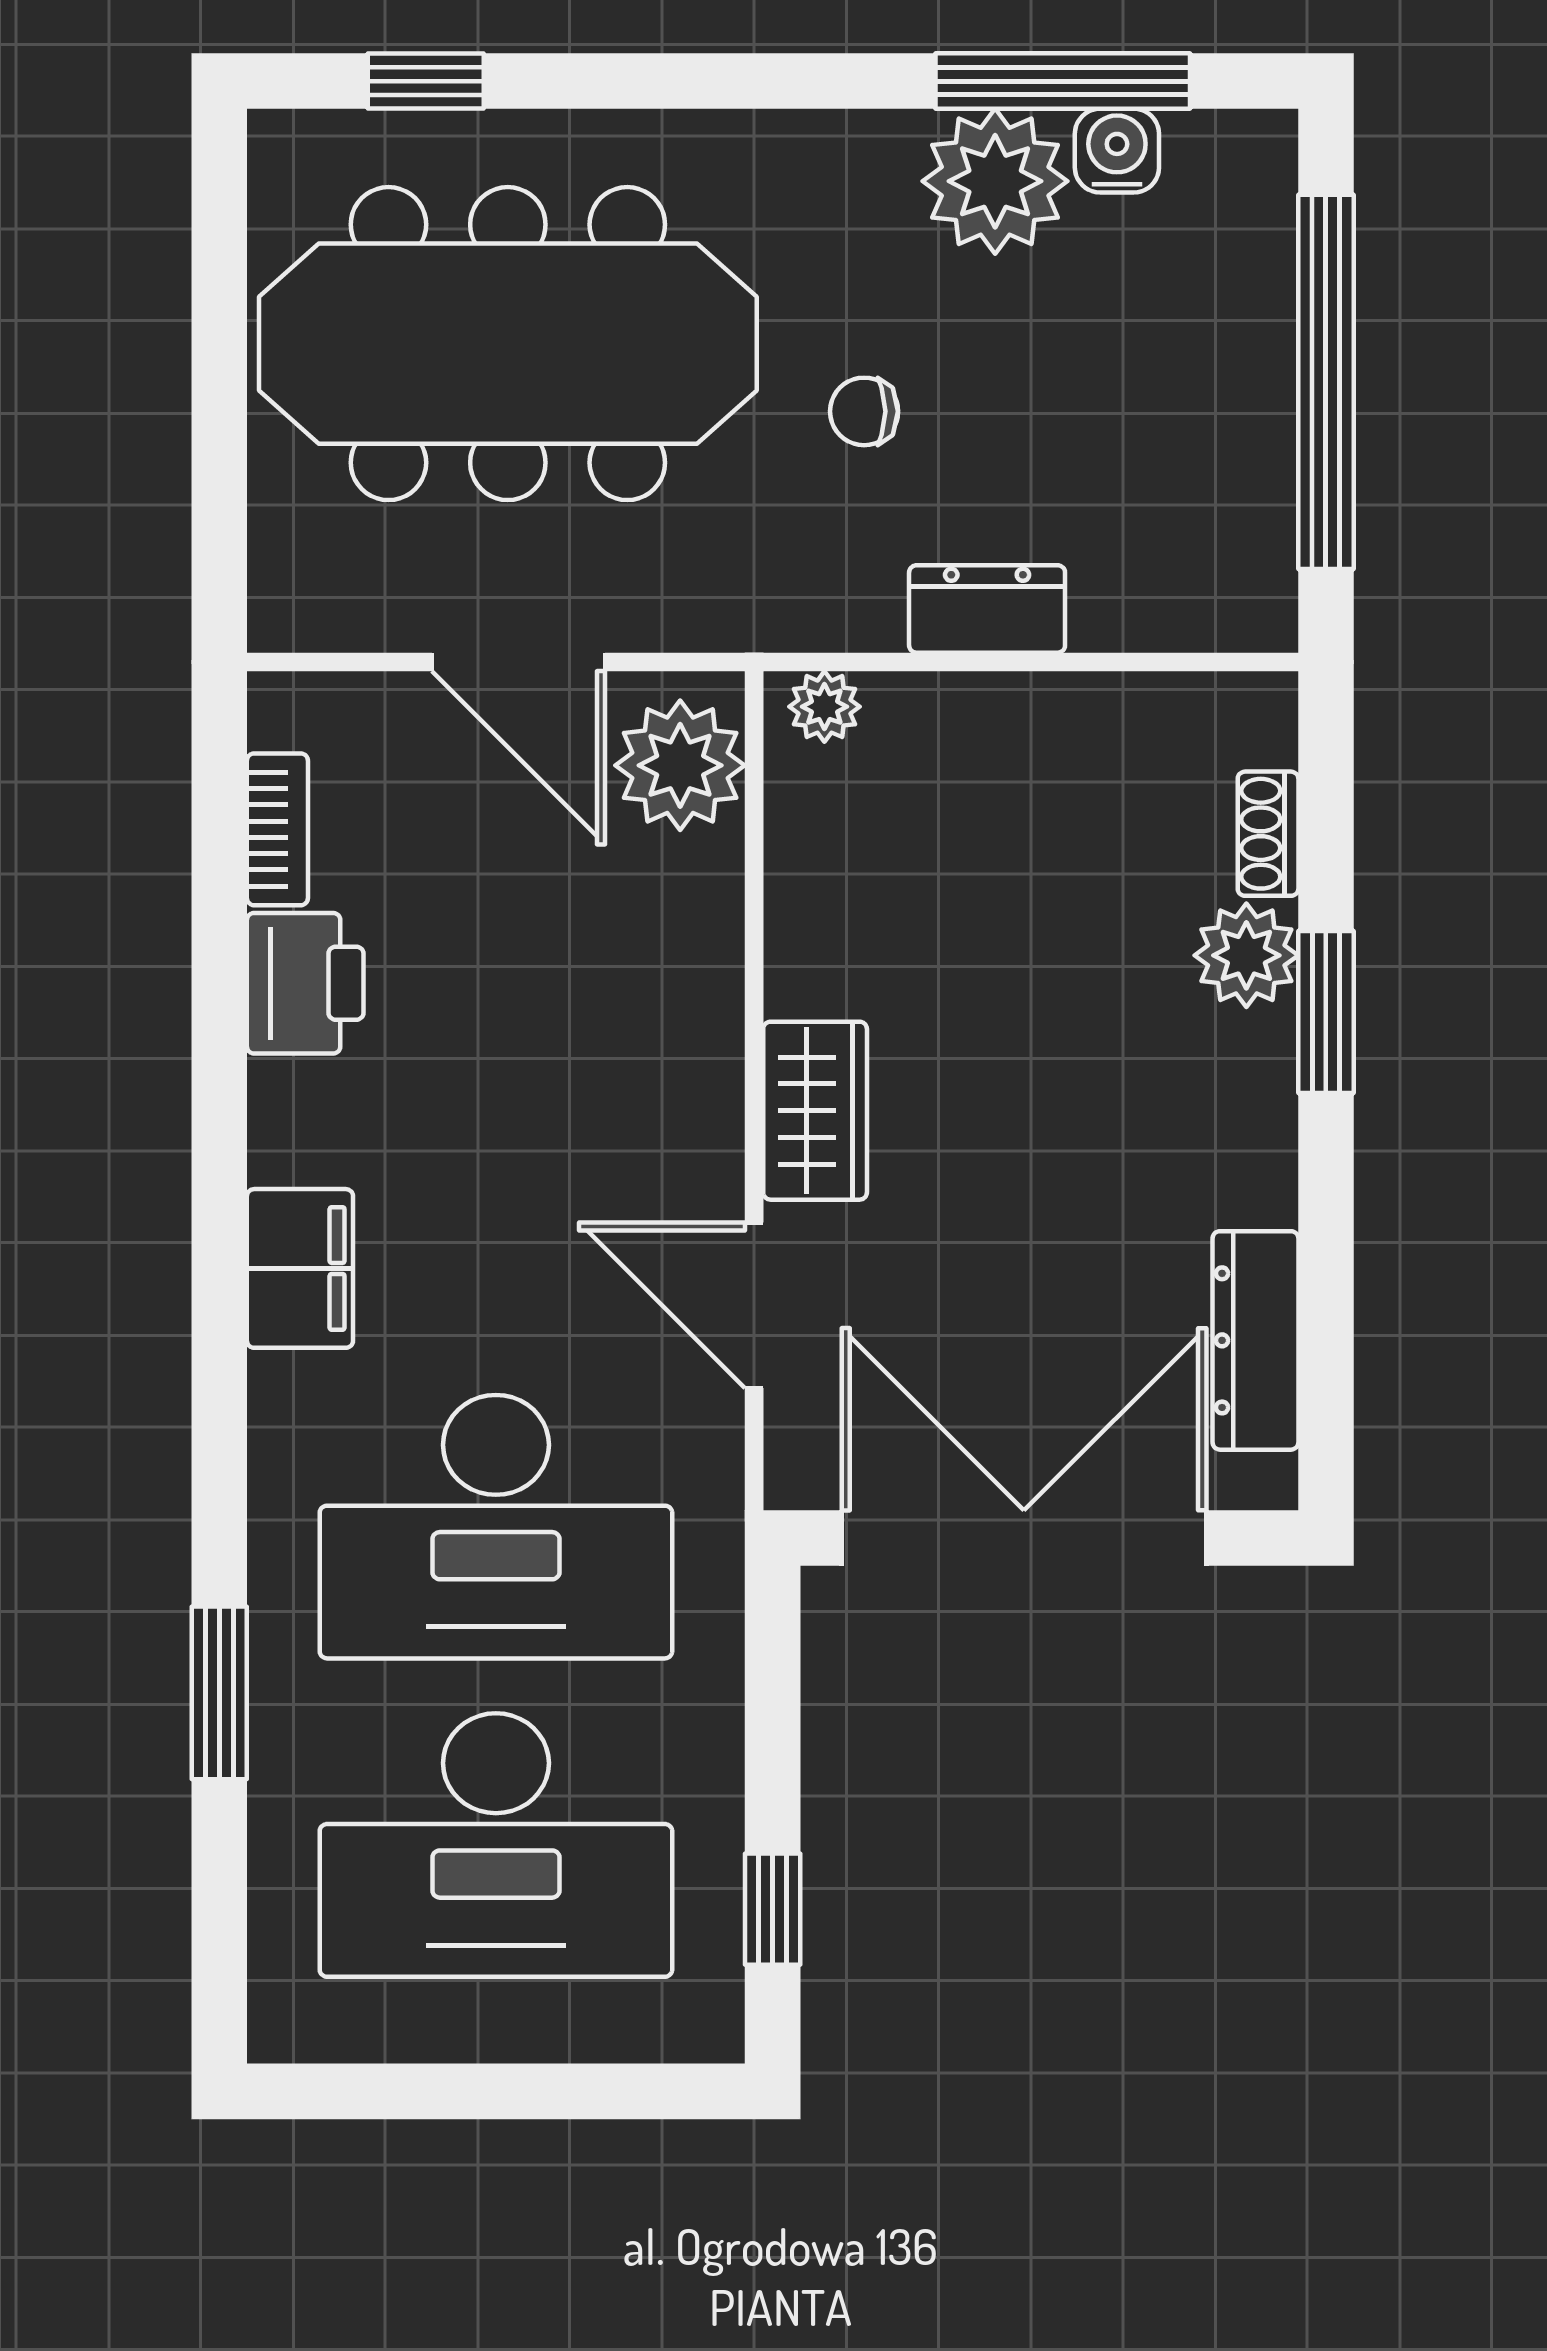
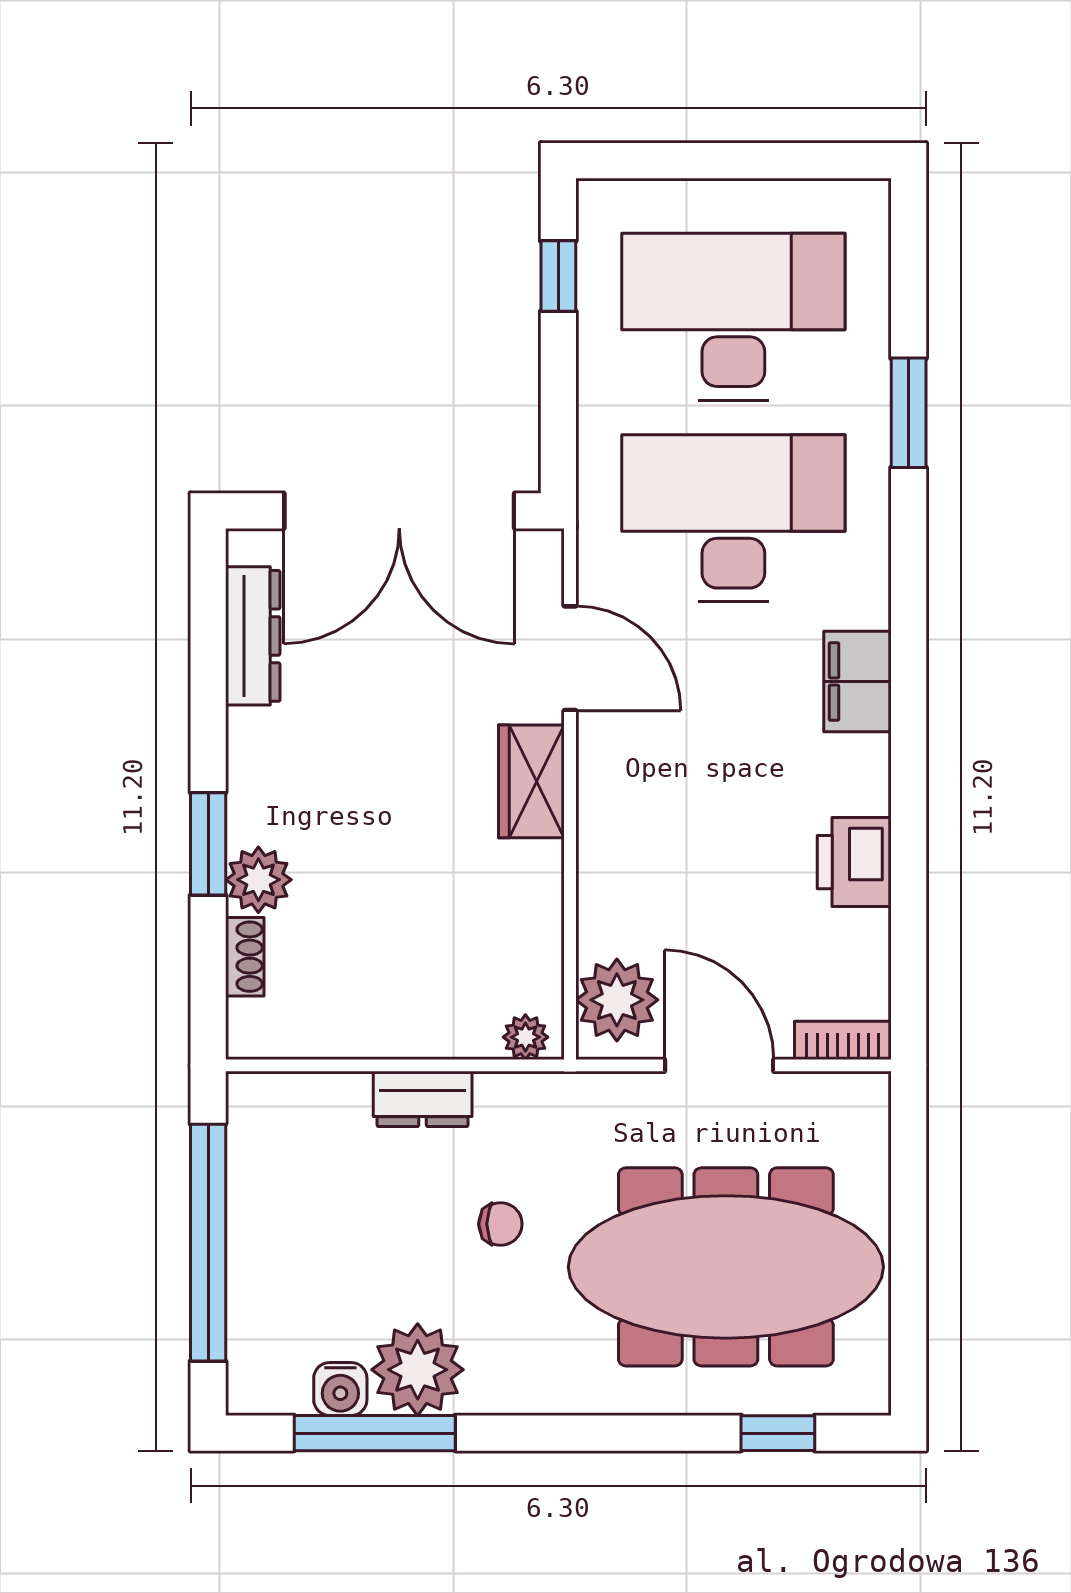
bookcase: (277, 829) -> (843, 1040), moved, turned 90

